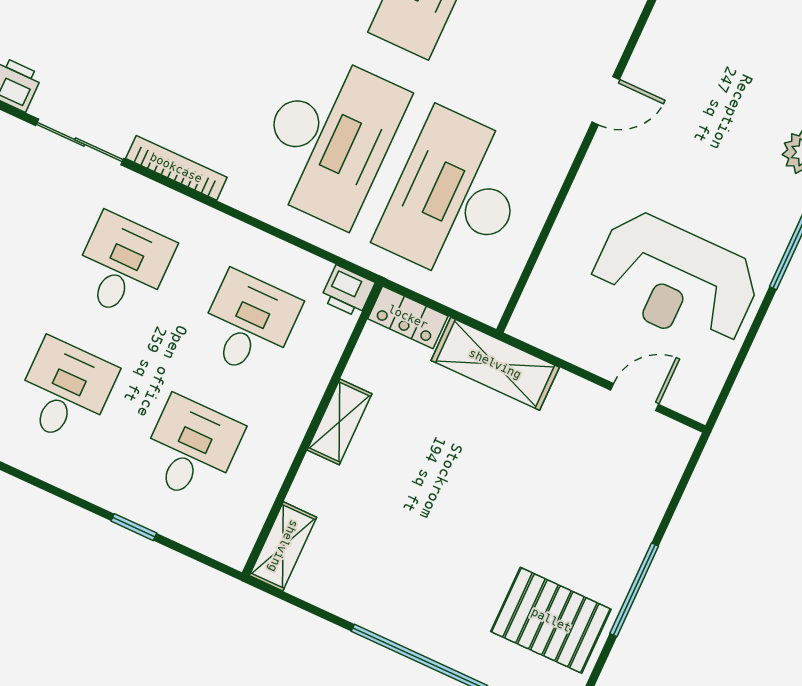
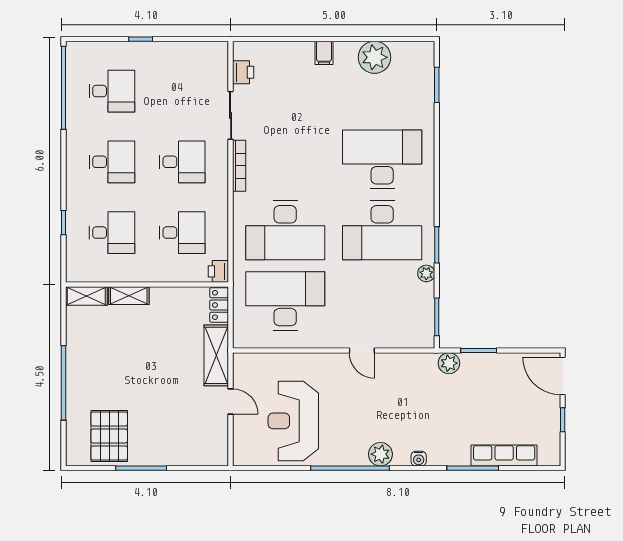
door: (635, 397) -> (231, 402), moved
shelving: (339, 422) -> (129, 296), moved

